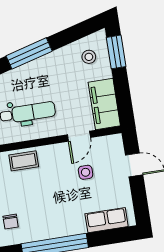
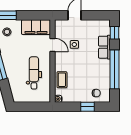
row of seats: (107, 220) -> (104, 47), moved
window: (116, 236) -> (114, 33), added

